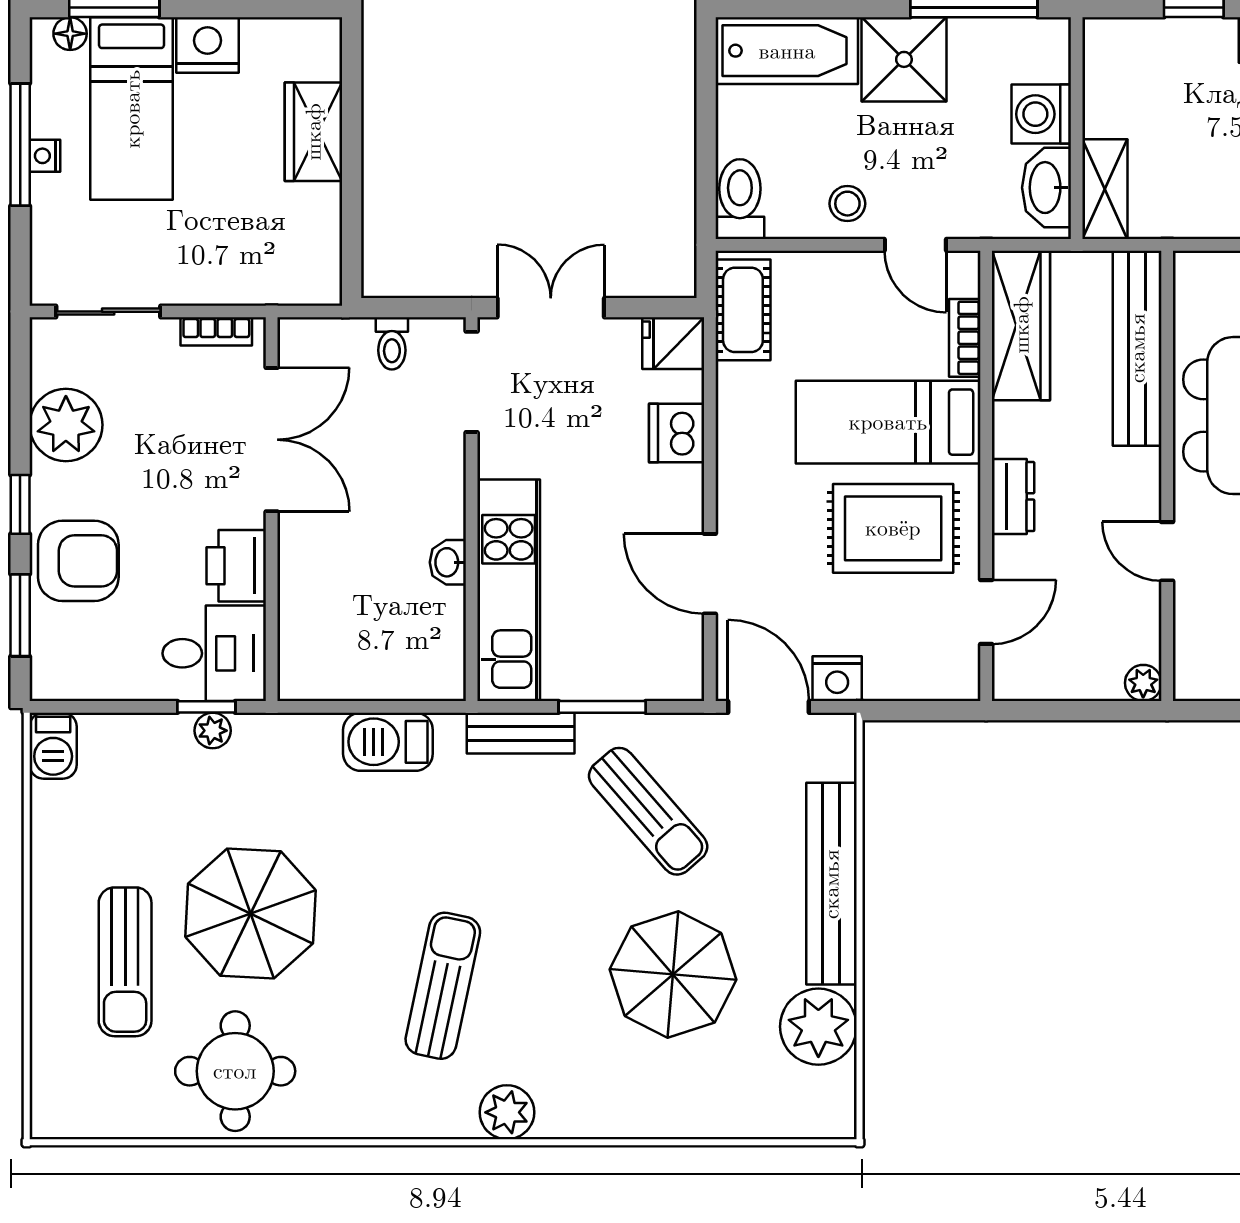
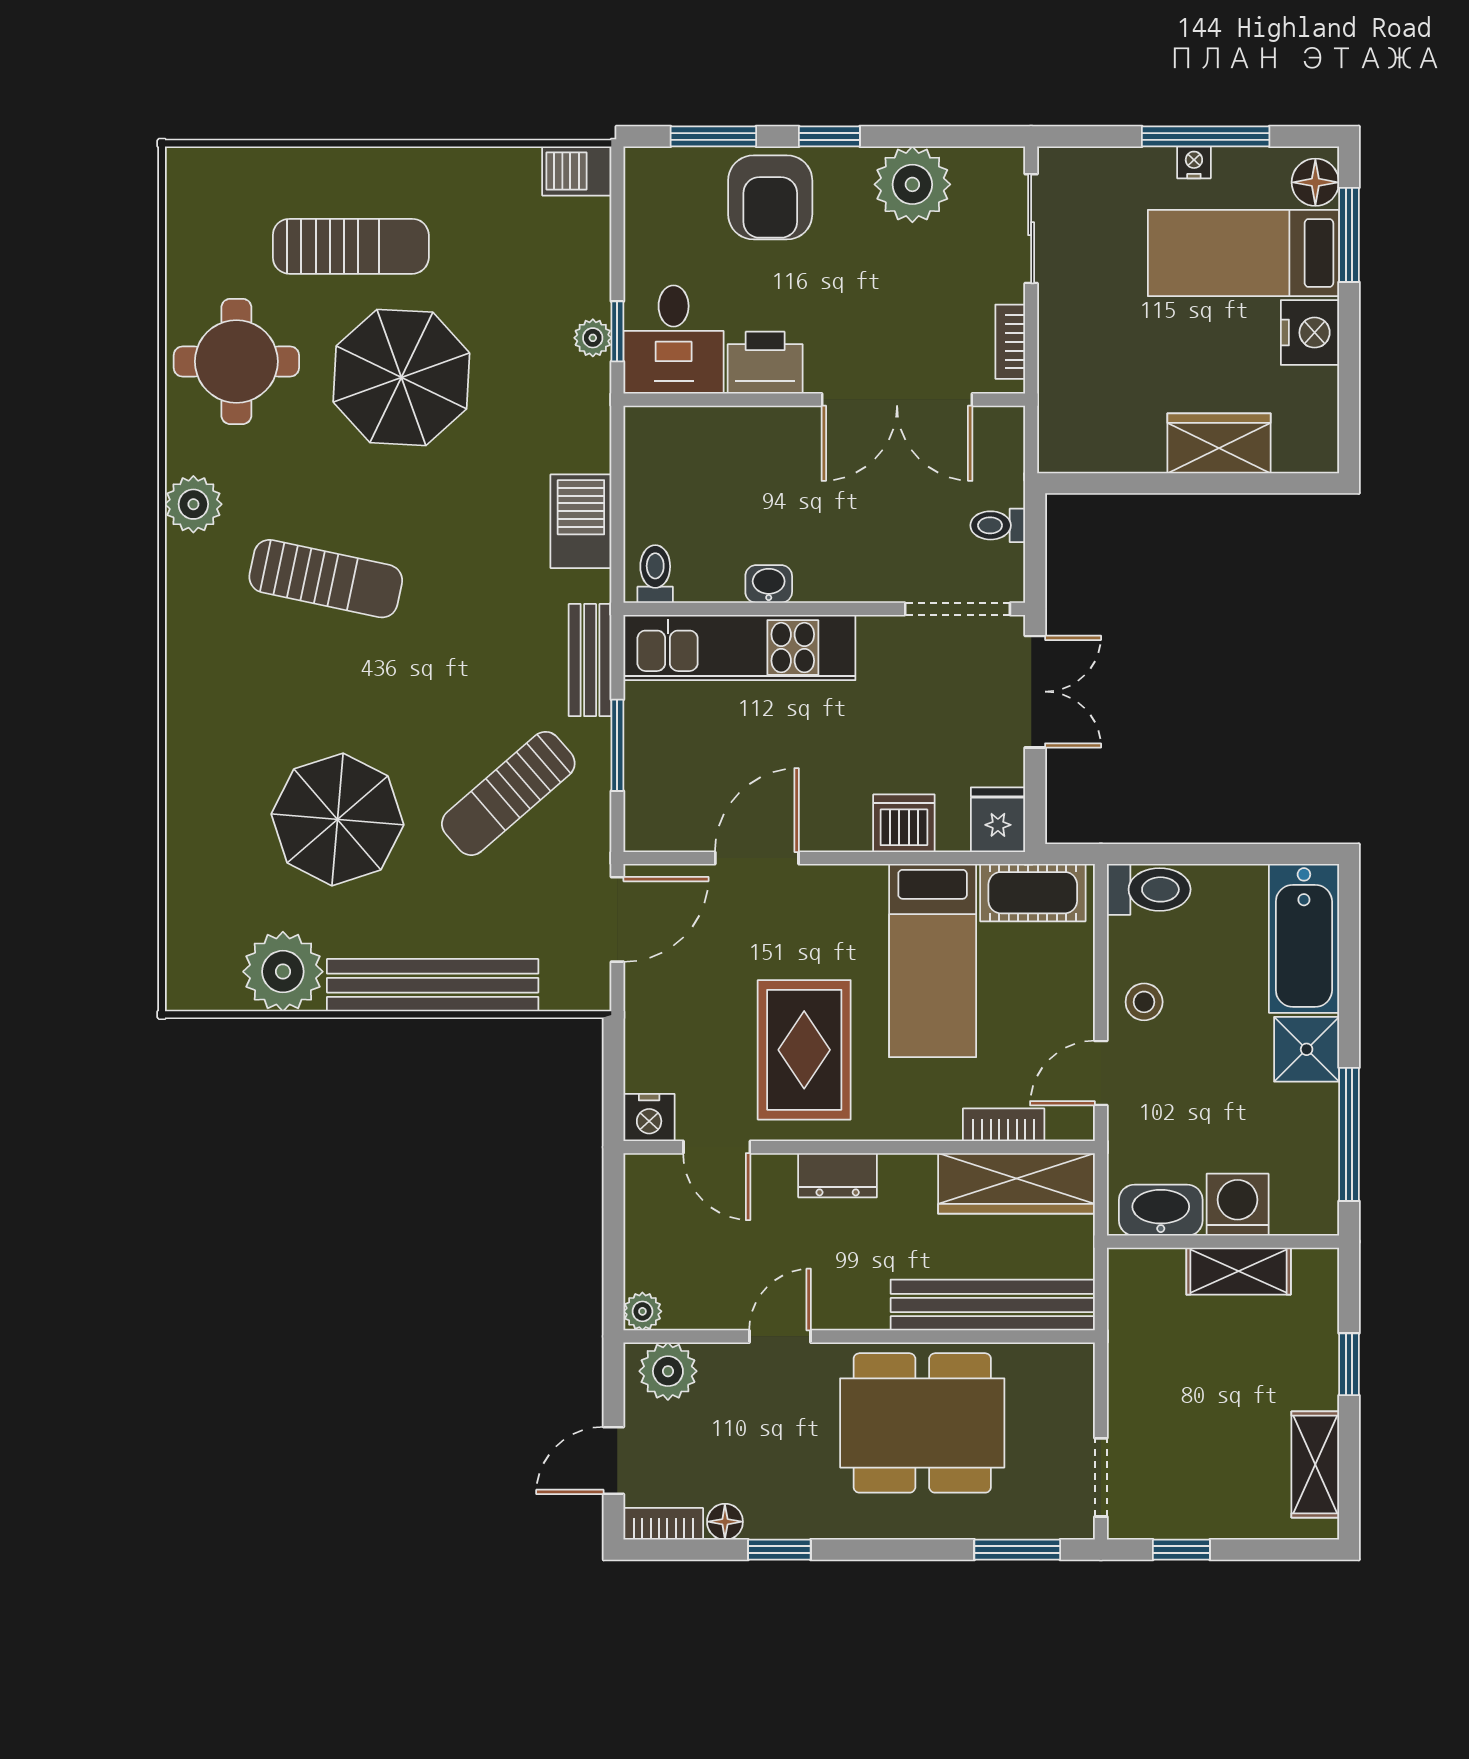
floor lamp: (70, 34) -> (1315, 182), width x1.37, depth x1.37
shower: (904, 59) -> (1307, 1049), width x0.73, depth x0.73
shelving: (1105, 189) -> (1239, 1271), moved
bed: (888, 422) -> (933, 961), moved, turned 180
plant: (1200, 659) -> (668, 1371), added
toilet: (438, 671) -> (655, 574), added
nightstand: (837, 679) -> (649, 1117), moved, turned -90
sun lounger: (125, 962) -> (351, 246), turned 180
plant: (507, 1112) -> (193, 504), moved

